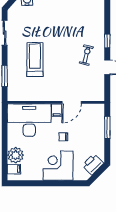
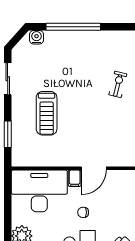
exercise bike: (86, 55) -> (118, 84), moved
treadmill: (35, 60) -> (47, 113), turned 180

